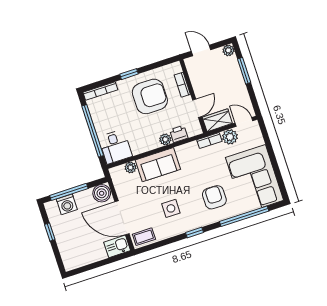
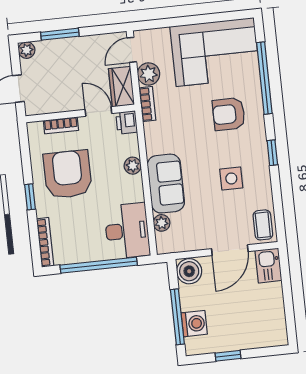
printer: (179, 134) -> (127, 122), moved
desk: (115, 147) -> (127, 231), width x1.37
door: (122, 218) -> (230, 250), width x0.73

